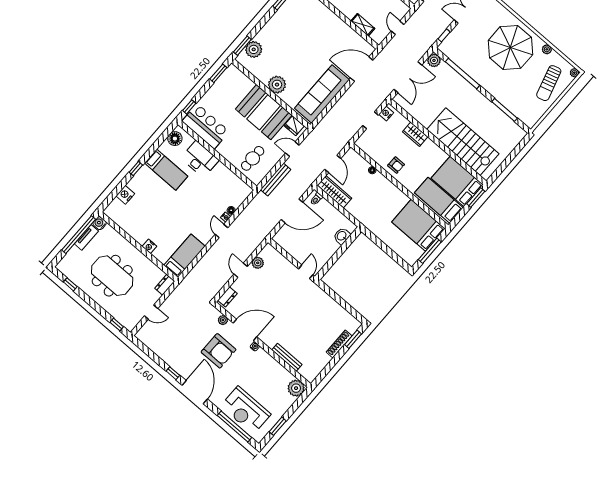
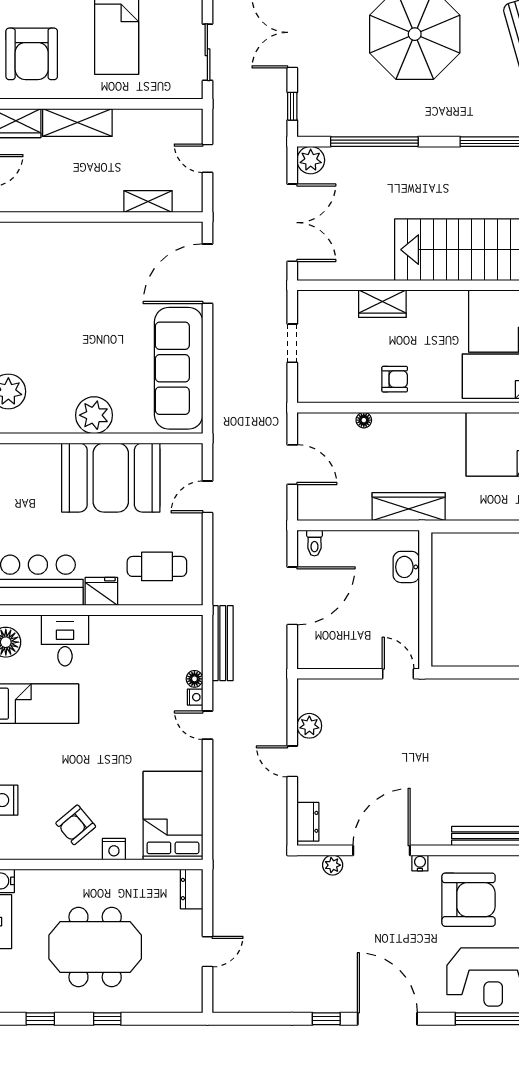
nightstand: (386, 113) -> (308, 310), removed
fridge: (294, 126) -> (101, 591), moved, turned 180
cafe table: (253, 158) -> (157, 566), turned 90
desk: (200, 159) -> (65, 640), width x0.73
bench: (276, 180) -> (223, 643), moved
wardrobe: (334, 192) -> (409, 507), moved
armchair: (143, 226) -> (76, 825), added
bed: (185, 256) -> (173, 816), width x1.50
window: (117, 325) -> (107, 1019), moved
armchair: (219, 351) -> (469, 900), moved

